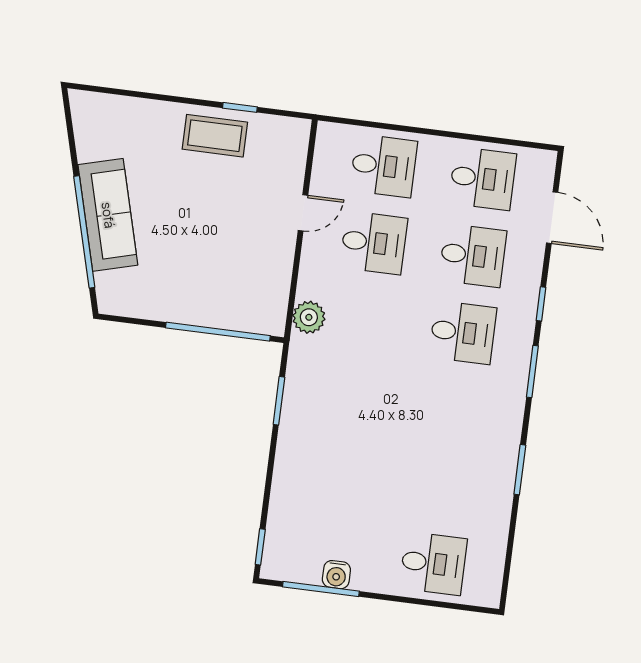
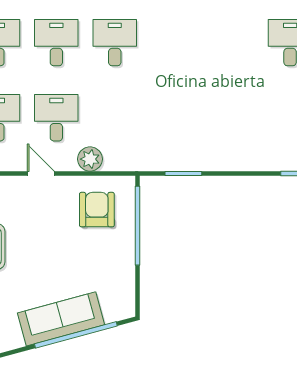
armchair: (246, 281) -> (97, 210), added
plant: (309, 317) -> (90, 159), moved

